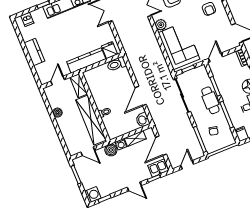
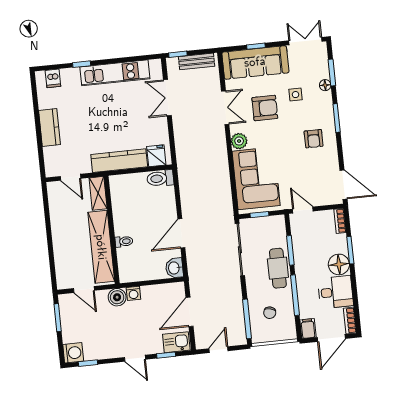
door: (216, 58) -> (303, 210), hinge flipped
door: (58, 81) -> (70, 177), swing flipped
boiler: (57, 113) -> (57, 222), removed
shelving: (135, 139) -> (156, 291), removed

